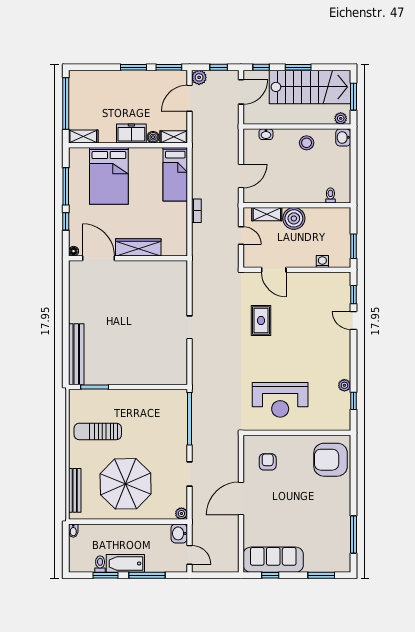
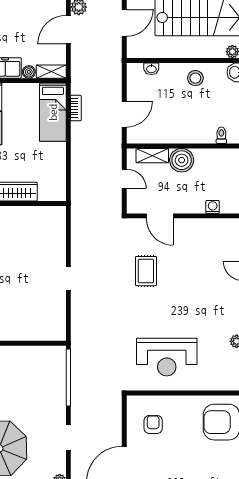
bookcase: (196, 211) -> (76, 108), moved

